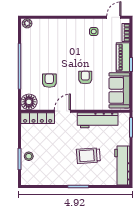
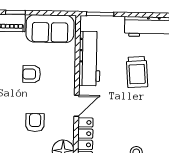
armchair: (49, 81) -> (35, 123), turned 90
door: (62, 111) -> (76, 106), swing flipped

